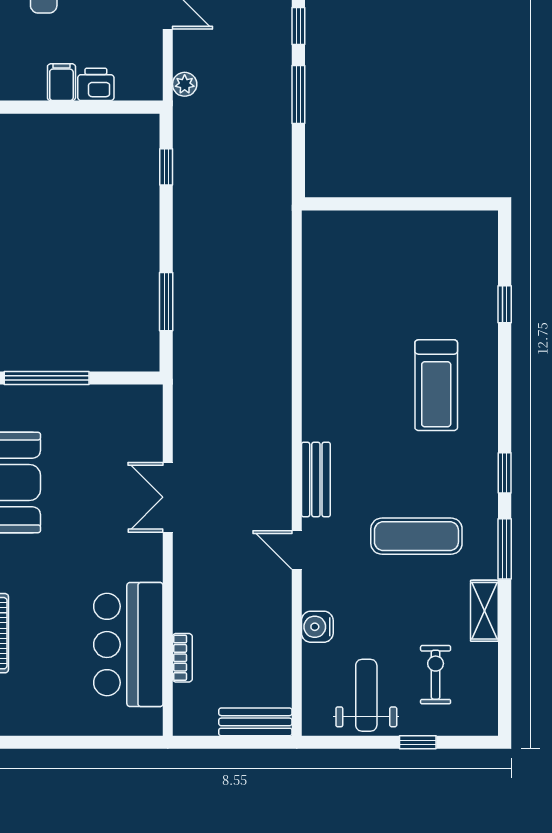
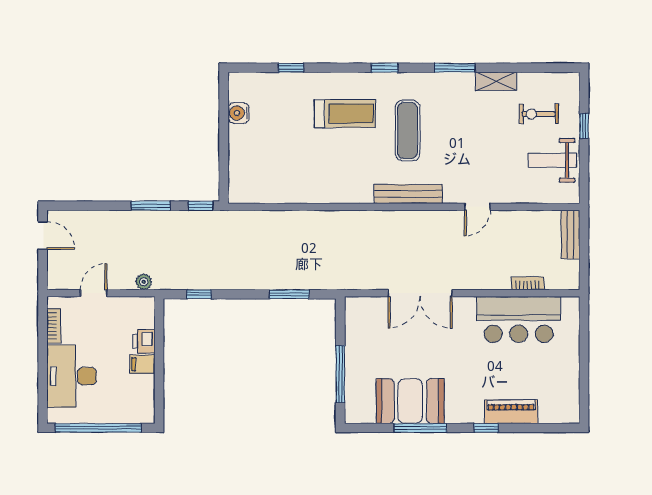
window: (298, 26) -> (201, 206), moved
window: (505, 473) -> (385, 68), moved
bench: (316, 480) -> (408, 194), width x1.36
double door: (168, 497) -> (420, 293), width x1.37
exercise mat: (416, 536) -> (408, 131), moved
door: (297, 550) -> (477, 207), moved
water cooler: (317, 627) -> (239, 113), moved, turned 90

